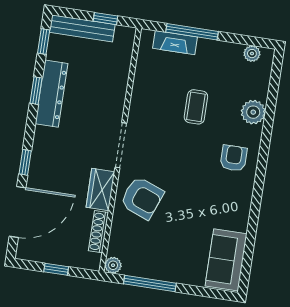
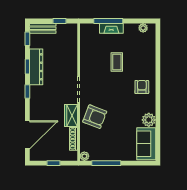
bench: (82, 28) -> (43, 28), width x0.73
fireplace: (175, 43) -> (111, 28), moved
plant: (253, 112) -> (149, 120), moved
window: (25, 162) -> (27, 92), moved

